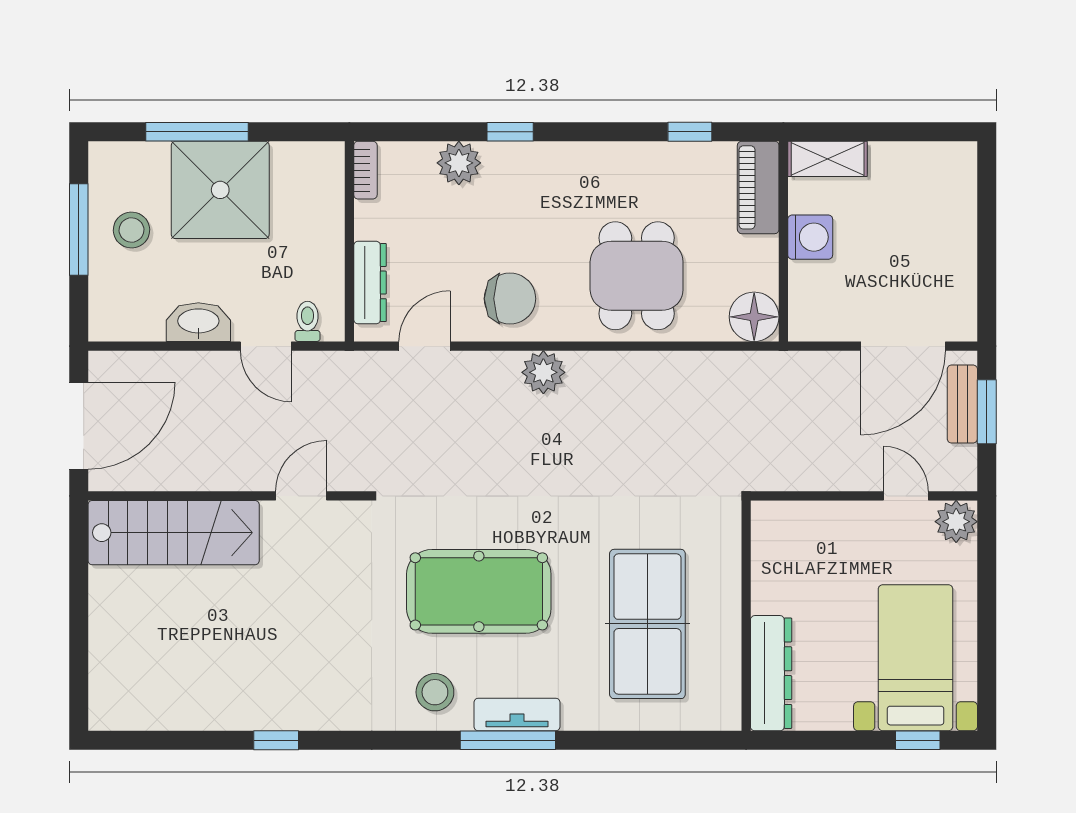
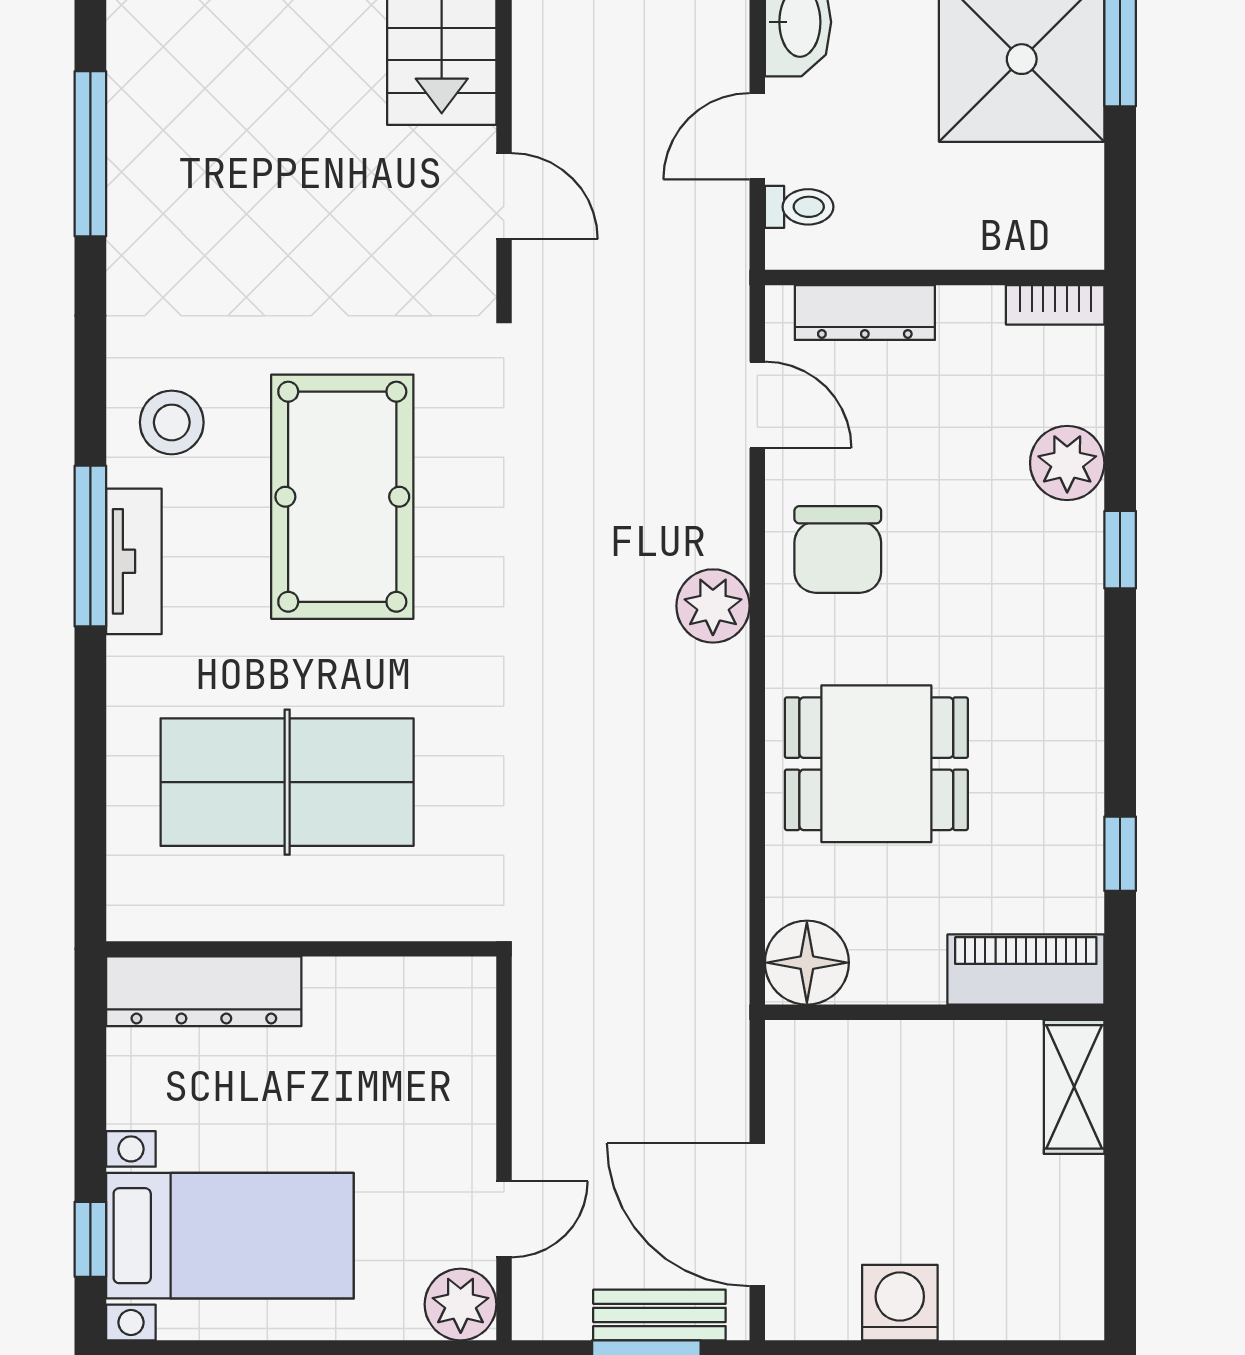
washing machine: (810, 237) -> (900, 1303), moved, turned 180
window: (276, 740) -> (90, 154), width x2.17

